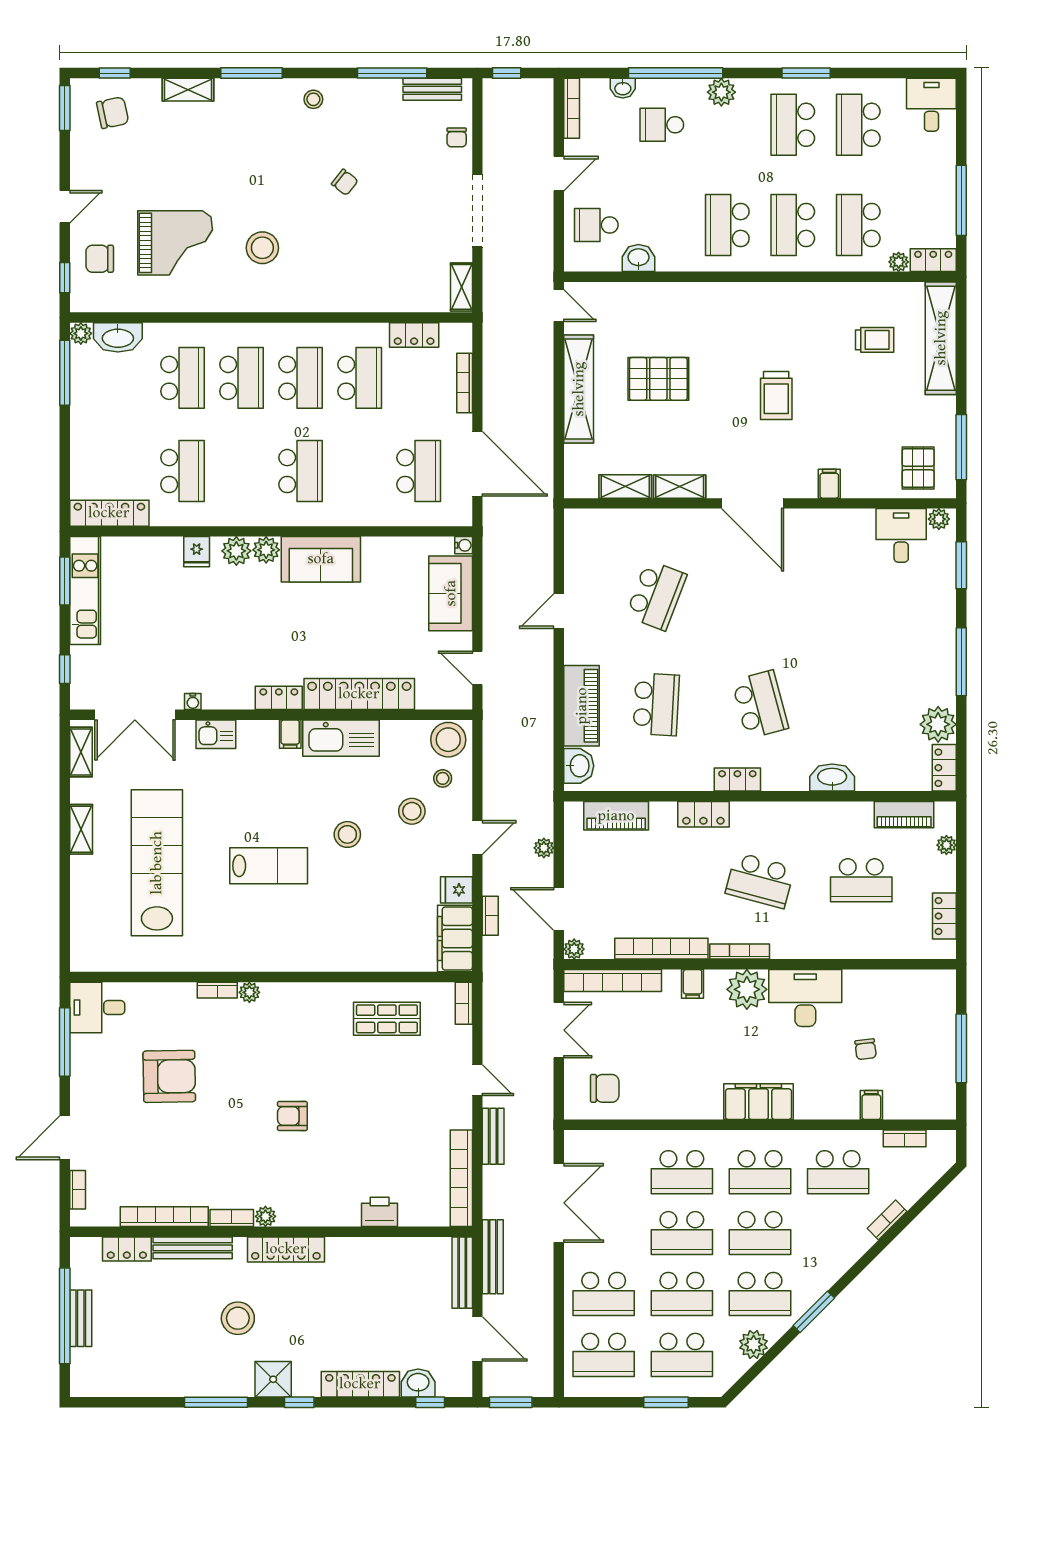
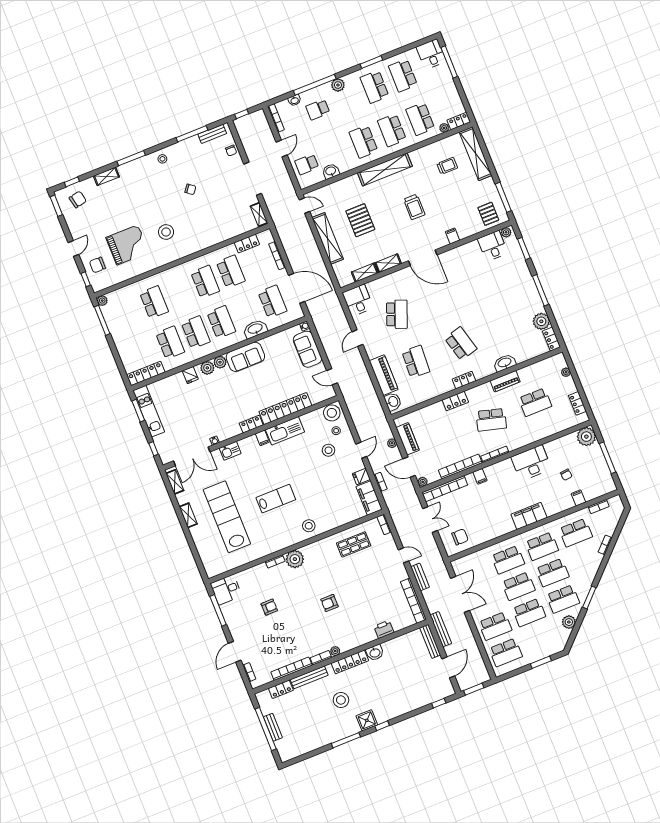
window: (961, 200) -> (449, 62), moved
shelving: (748, 297) -> (385, 169), added
washbasin: (118, 337) -> (255, 329), moved, turned 180
school desk: (242, 378) -> (196, 332), moved
pallet: (658, 379) -> (360, 220), turned 90
desk: (590, 536) -> (358, 300), added
piano: (904, 815) -> (505, 381), moved
piano: (616, 816) -> (408, 439), moved, turned -90
stool: (347, 834) -> (309, 526), moved
plant: (747, 989) -> (586, 437), moved
plant: (249, 992) -> (295, 559), width x1.88, depth x1.88
armchair: (169, 1076) -> (269, 607), width x0.53, depth x0.53
door: (477, 1339) -> (448, 667), hinge flipped
school desk: (682, 1355) -> (540, 639), removed
washbasin: (418, 1383) -> (375, 653), moved, turned 180
locker: (360, 1384) -> (405, 707), removed

